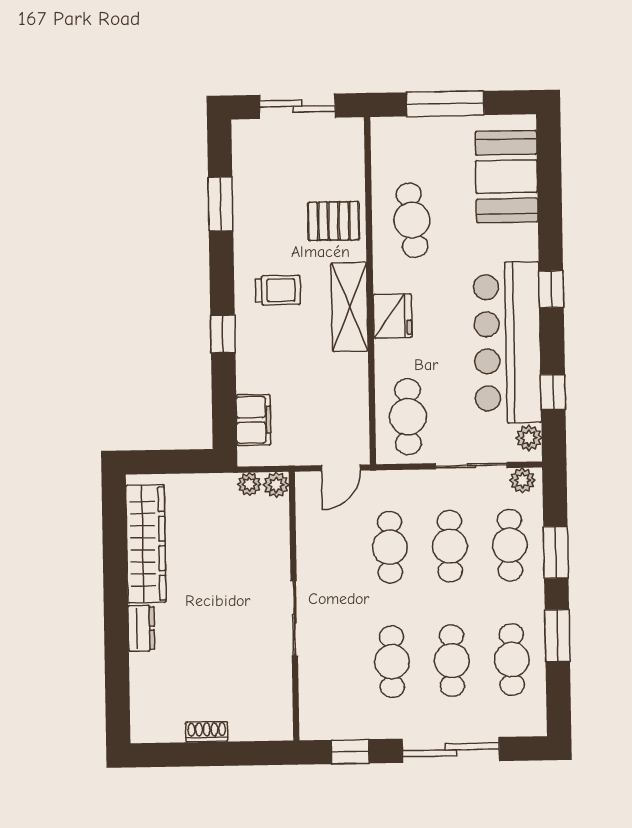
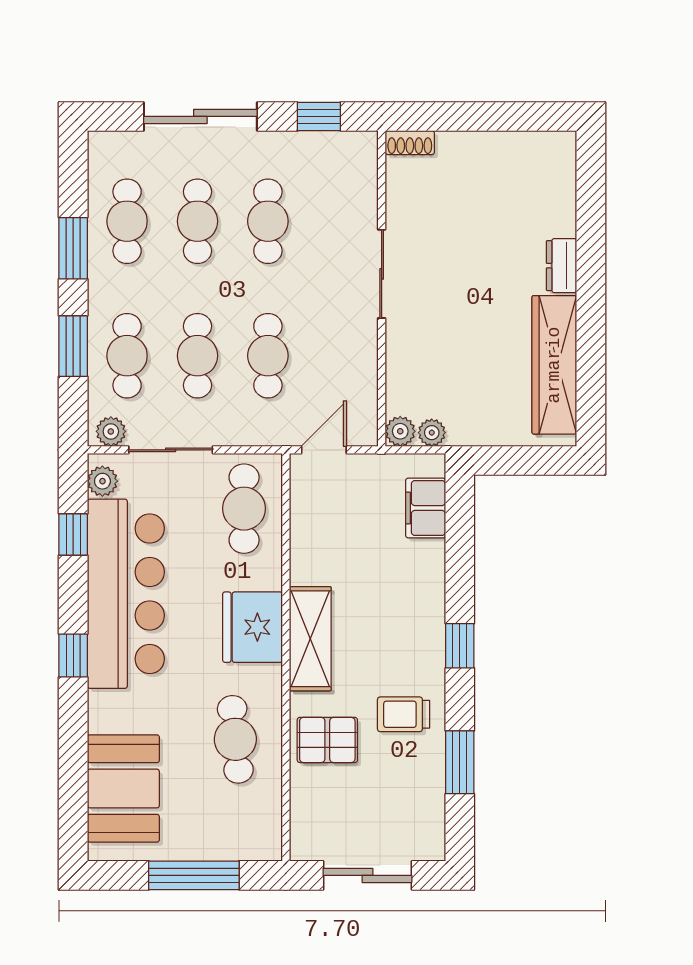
trolley: (278, 290) -> (404, 714), moved
fridge: (393, 316) -> (253, 627), width x1.36, depth x1.34
window: (223, 334) -> (460, 646), moved
shoe rack: (207, 732) -> (410, 143), moved

